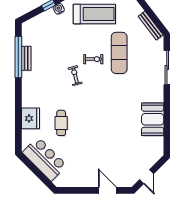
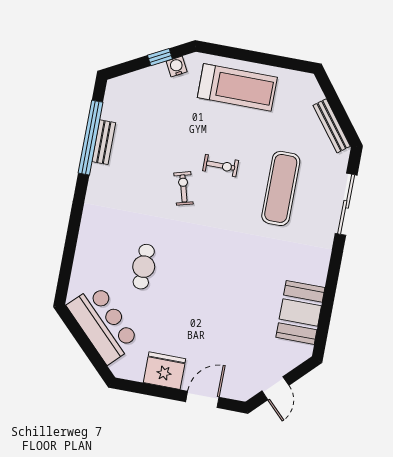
exercise mat: (119, 53) -> (281, 188), moved
fridge: (30, 118) -> (165, 371), moved, turned -90
booth: (153, 119) -> (300, 312), moved
door: (107, 190) -> (202, 399), hinge flipped

